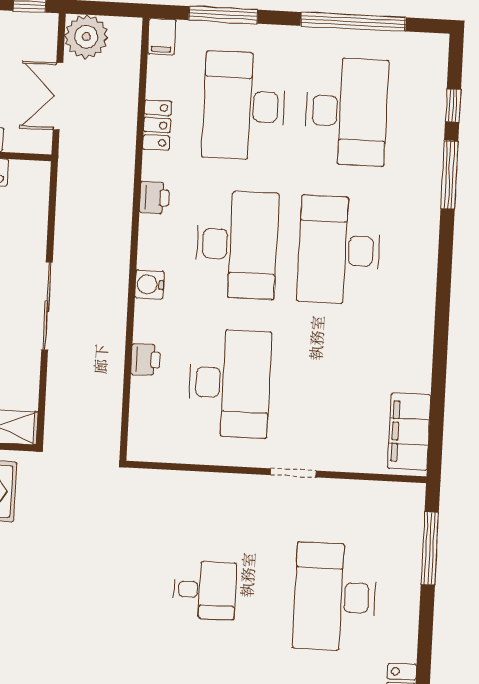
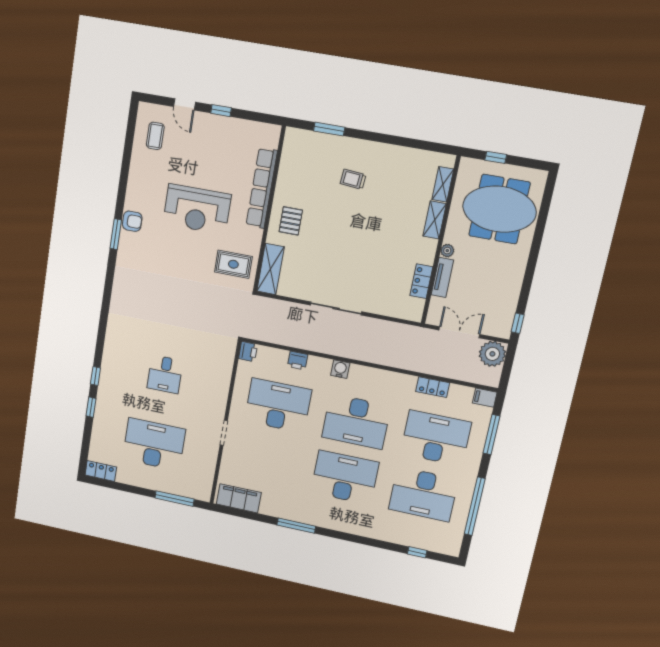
window: (449, 175) -> (296, 526), moved
printer: (154, 198) -> (248, 352), moved, turned -90
desk: (229, 383) -> (278, 405), turned 180

